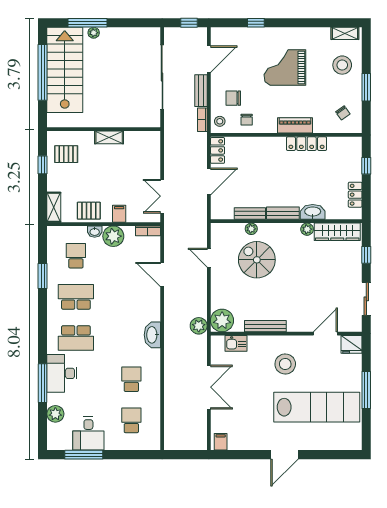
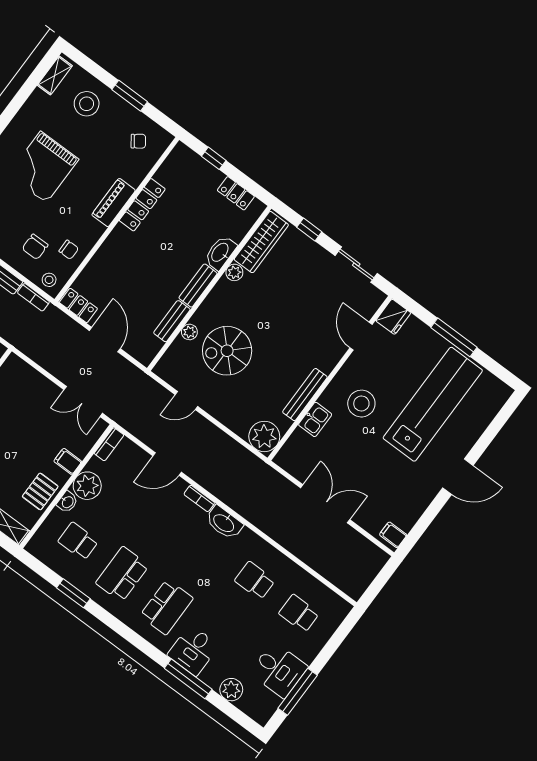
bookcase: (156, 309) -> (199, 498), added
plant: (199, 326) -> (251, 466), removed
kitchen sink: (236, 343) -> (315, 419), moved
desk: (62, 373) -> (193, 650), width x0.73
door: (285, 455) -> (458, 477), hinge flipped

